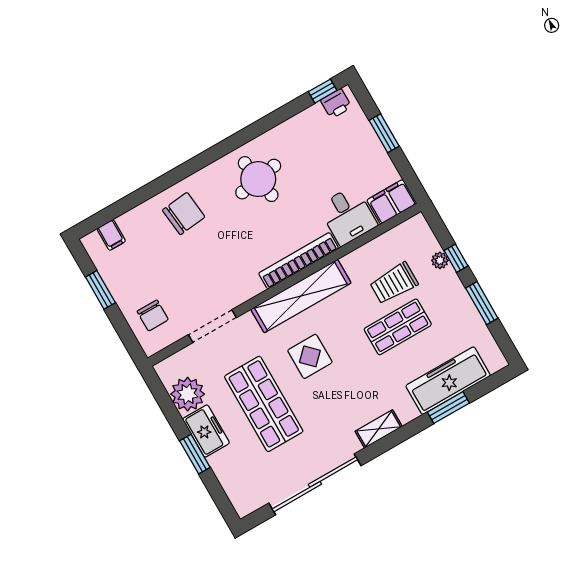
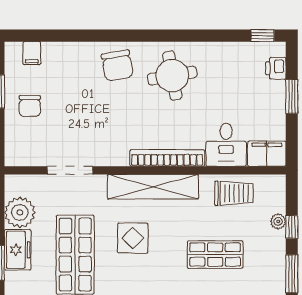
printer: (336, 104) -> (276, 68), moved, turned 90
chair: (184, 214) -> (117, 65), moved, turned 86
trolley: (394, 283) -> (234, 193), moved, turned 180
chair: (153, 316) -> (30, 106), moved

